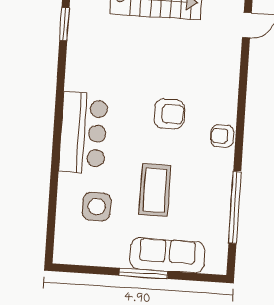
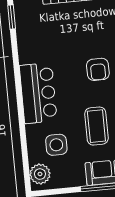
armchair: (169, 114) -> (98, 69), turned 89
plant: (68, 242) -> (40, 174), added

